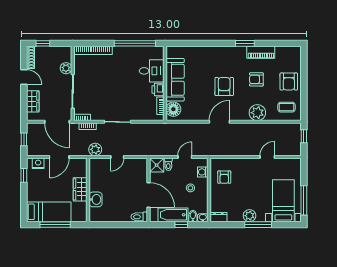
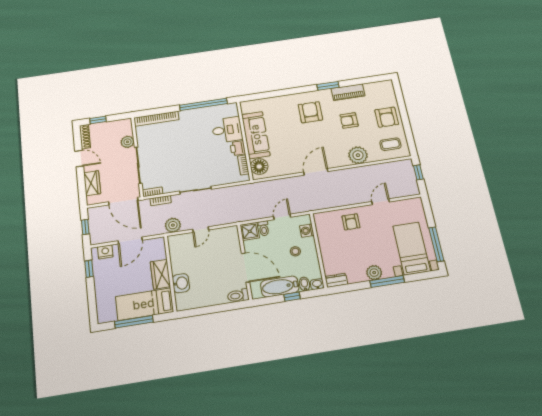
armchair: (224, 86) -> (310, 112), moved
armchair: (224, 177) -> (351, 222), moved
bed: (49, 212) -> (144, 304), moved, turned 180

